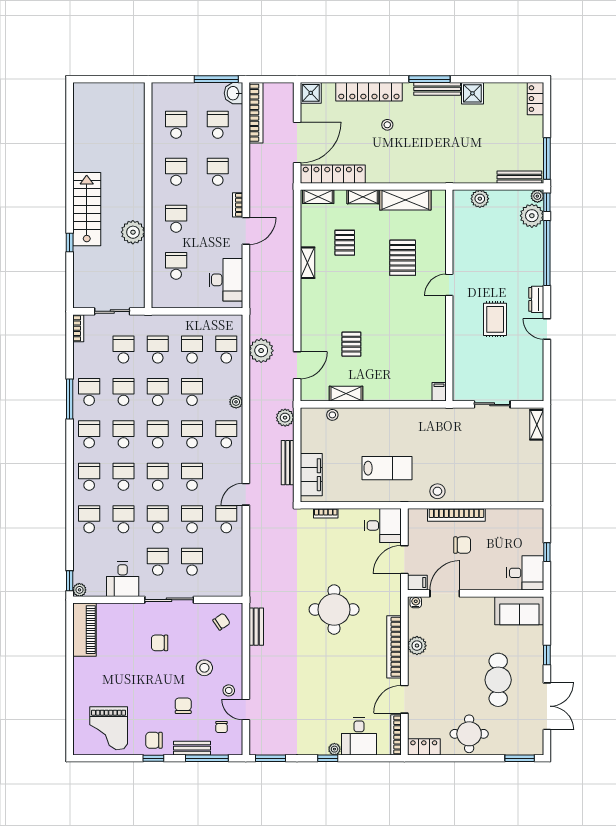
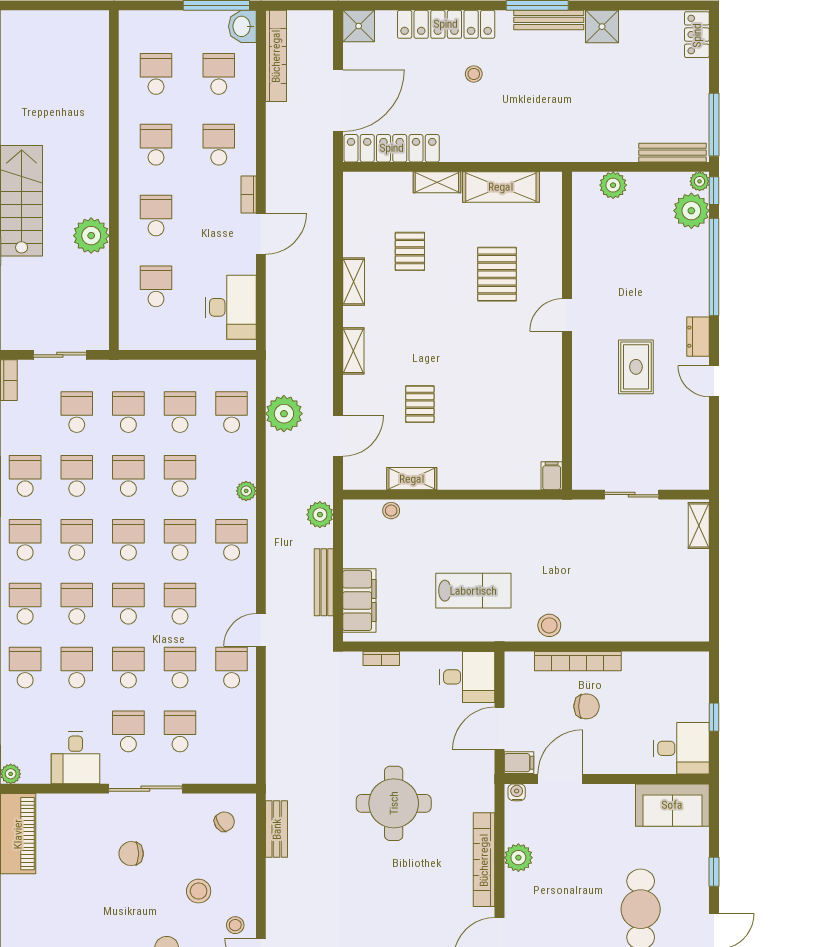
shelving: (318, 197) -> (353, 351), moved, turned 90

